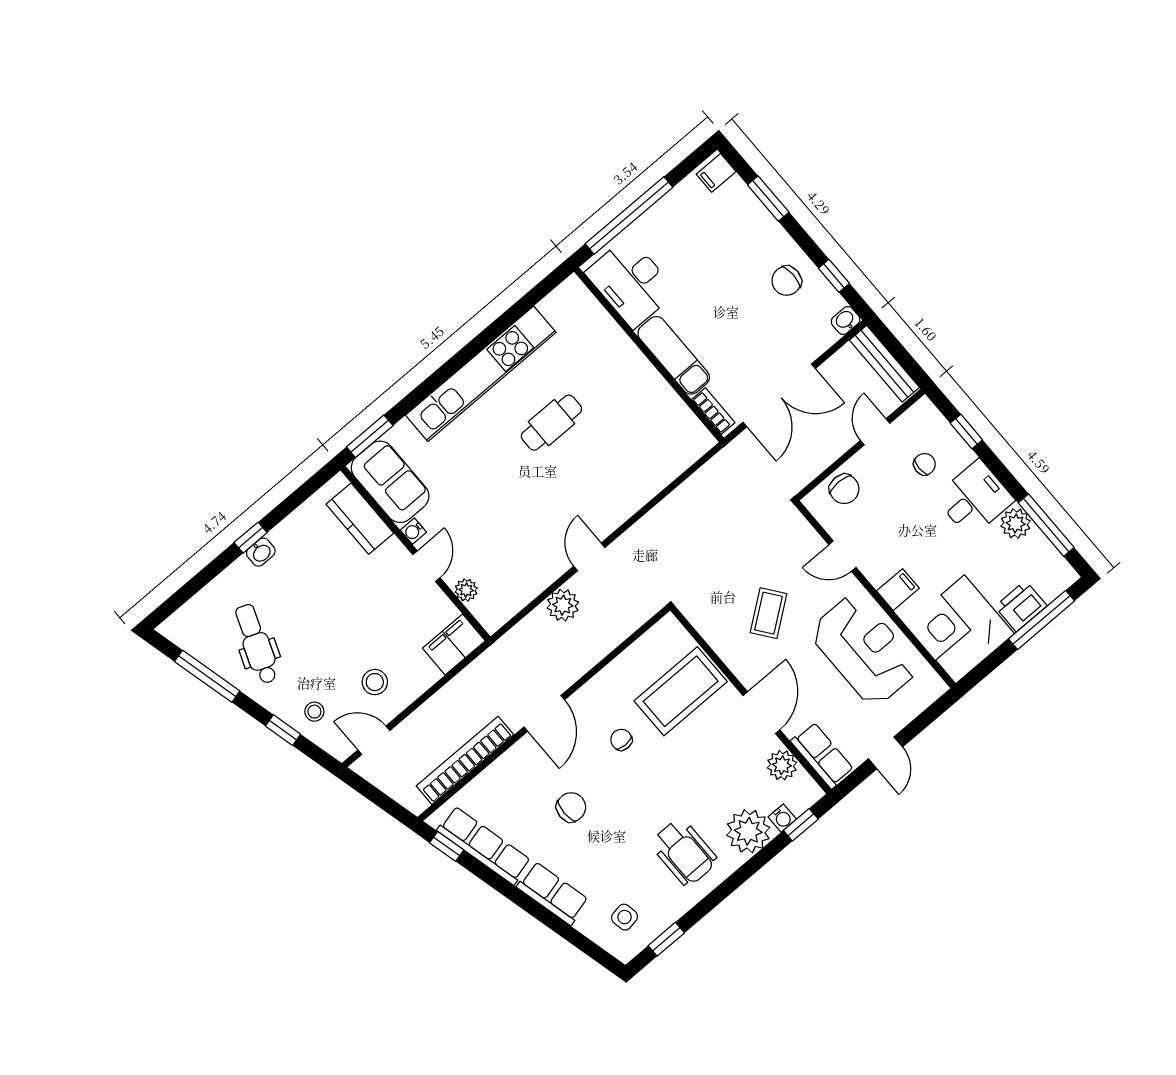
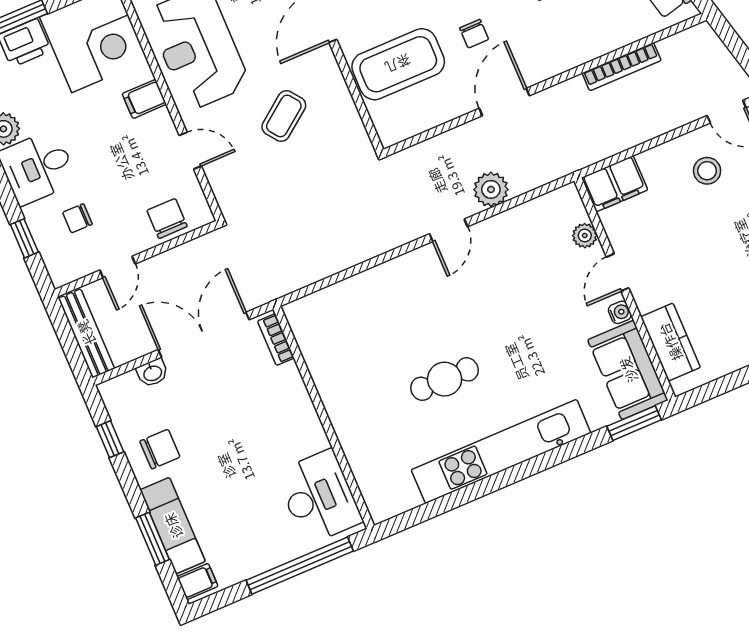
washbasin: (846, 320) -> (152, 373), moved
exam couch: (674, 355) -> (173, 526), moved, turned 180
door: (544, 713) -> (504, 102), moved
bookcase: (465, 760) -> (622, 67), width x0.68, depth x0.76

